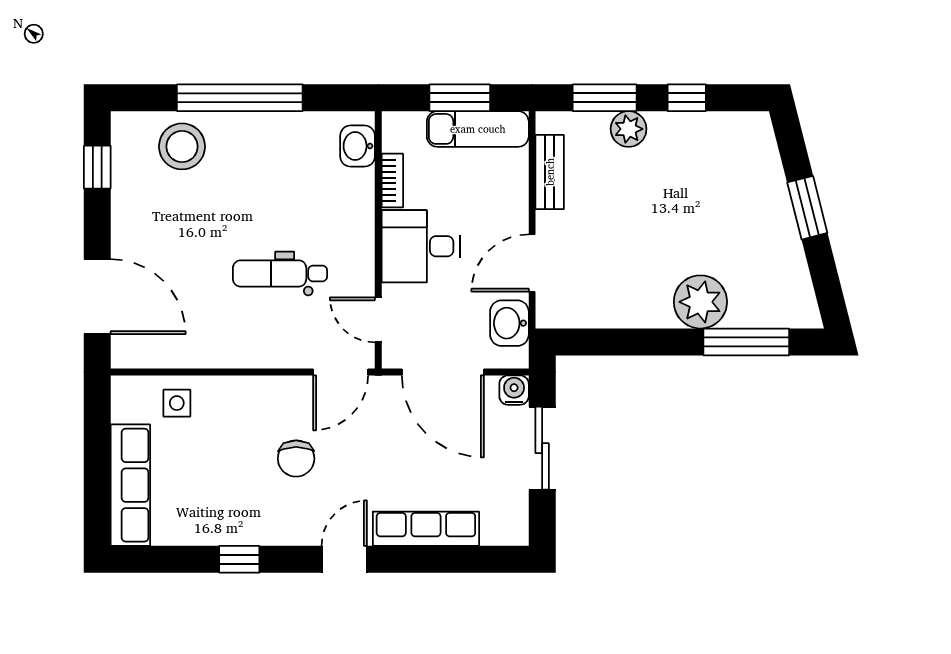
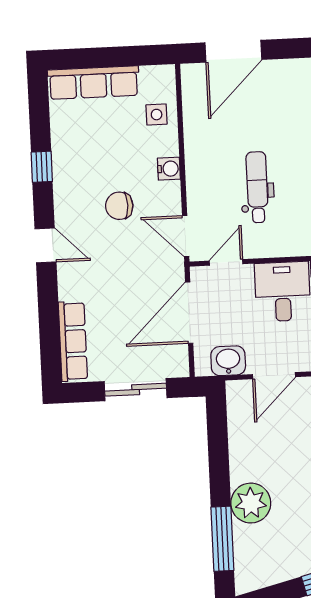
door: (532, 263) -> (274, 376), swing flipped
water cooler: (514, 390) -> (169, 169), moved
row of seats: (426, 529) -> (73, 341), moved

